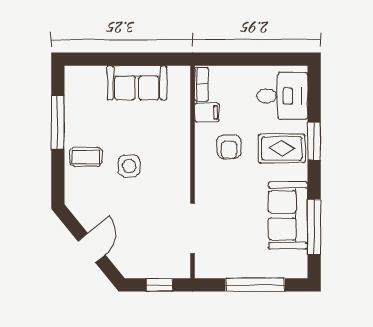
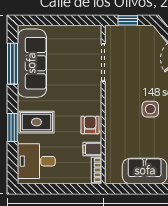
armchair: (229, 147) -> (90, 125), moved
sofa: (288, 215) -> (32, 63), width x1.36
window: (255, 285) -> (56, 20), removed

